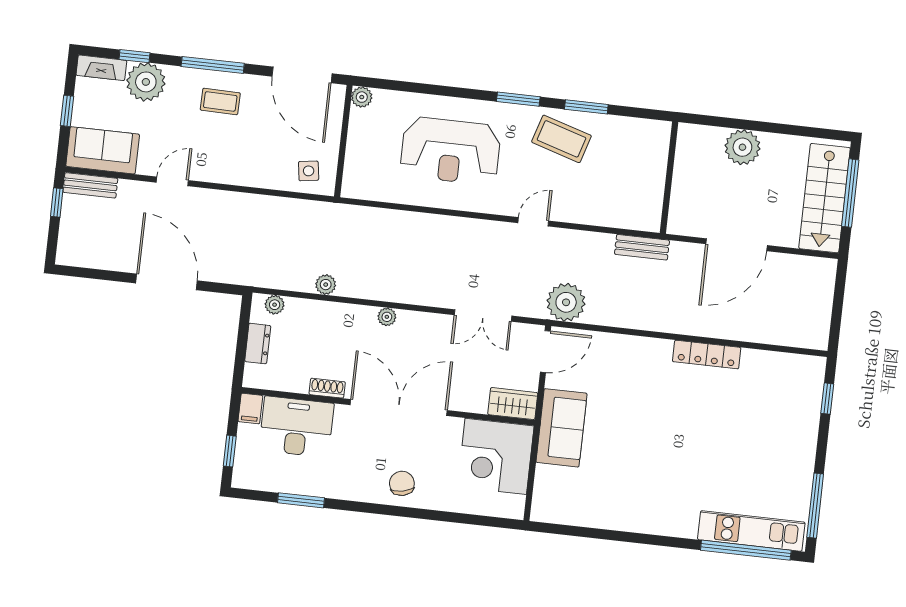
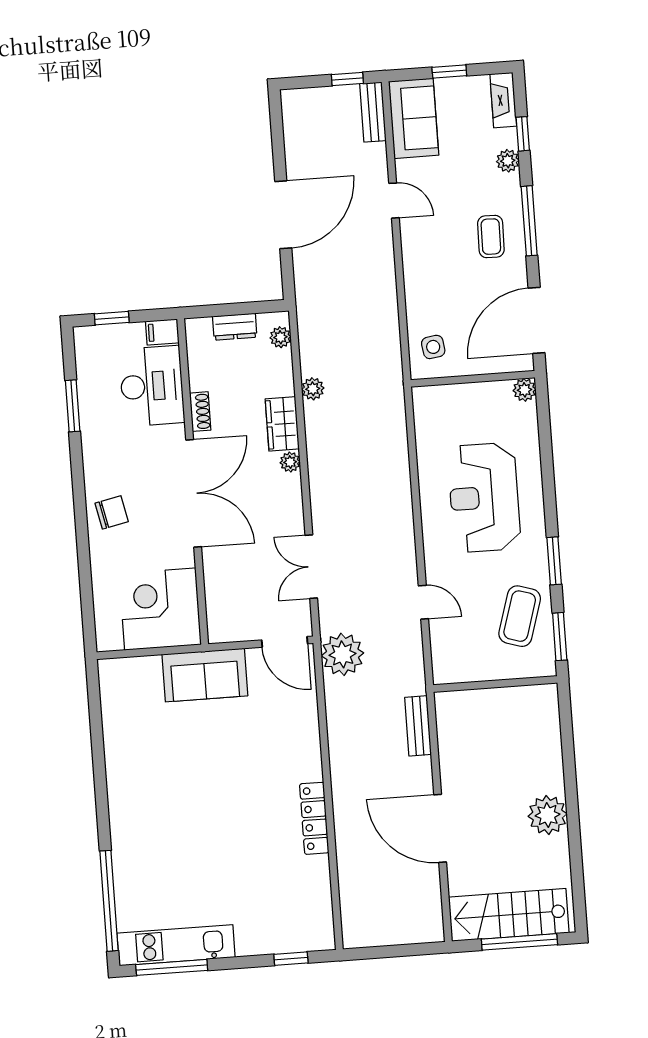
plant: (146, 82) -> (508, 161), width x0.53, depth x0.53
wall: (669, 178) -> (495, 684), moved
wardrobe: (513, 404) -> (282, 424), moved, turned 180
kitchen unit: (751, 531) -> (176, 945), moved, turned -90

